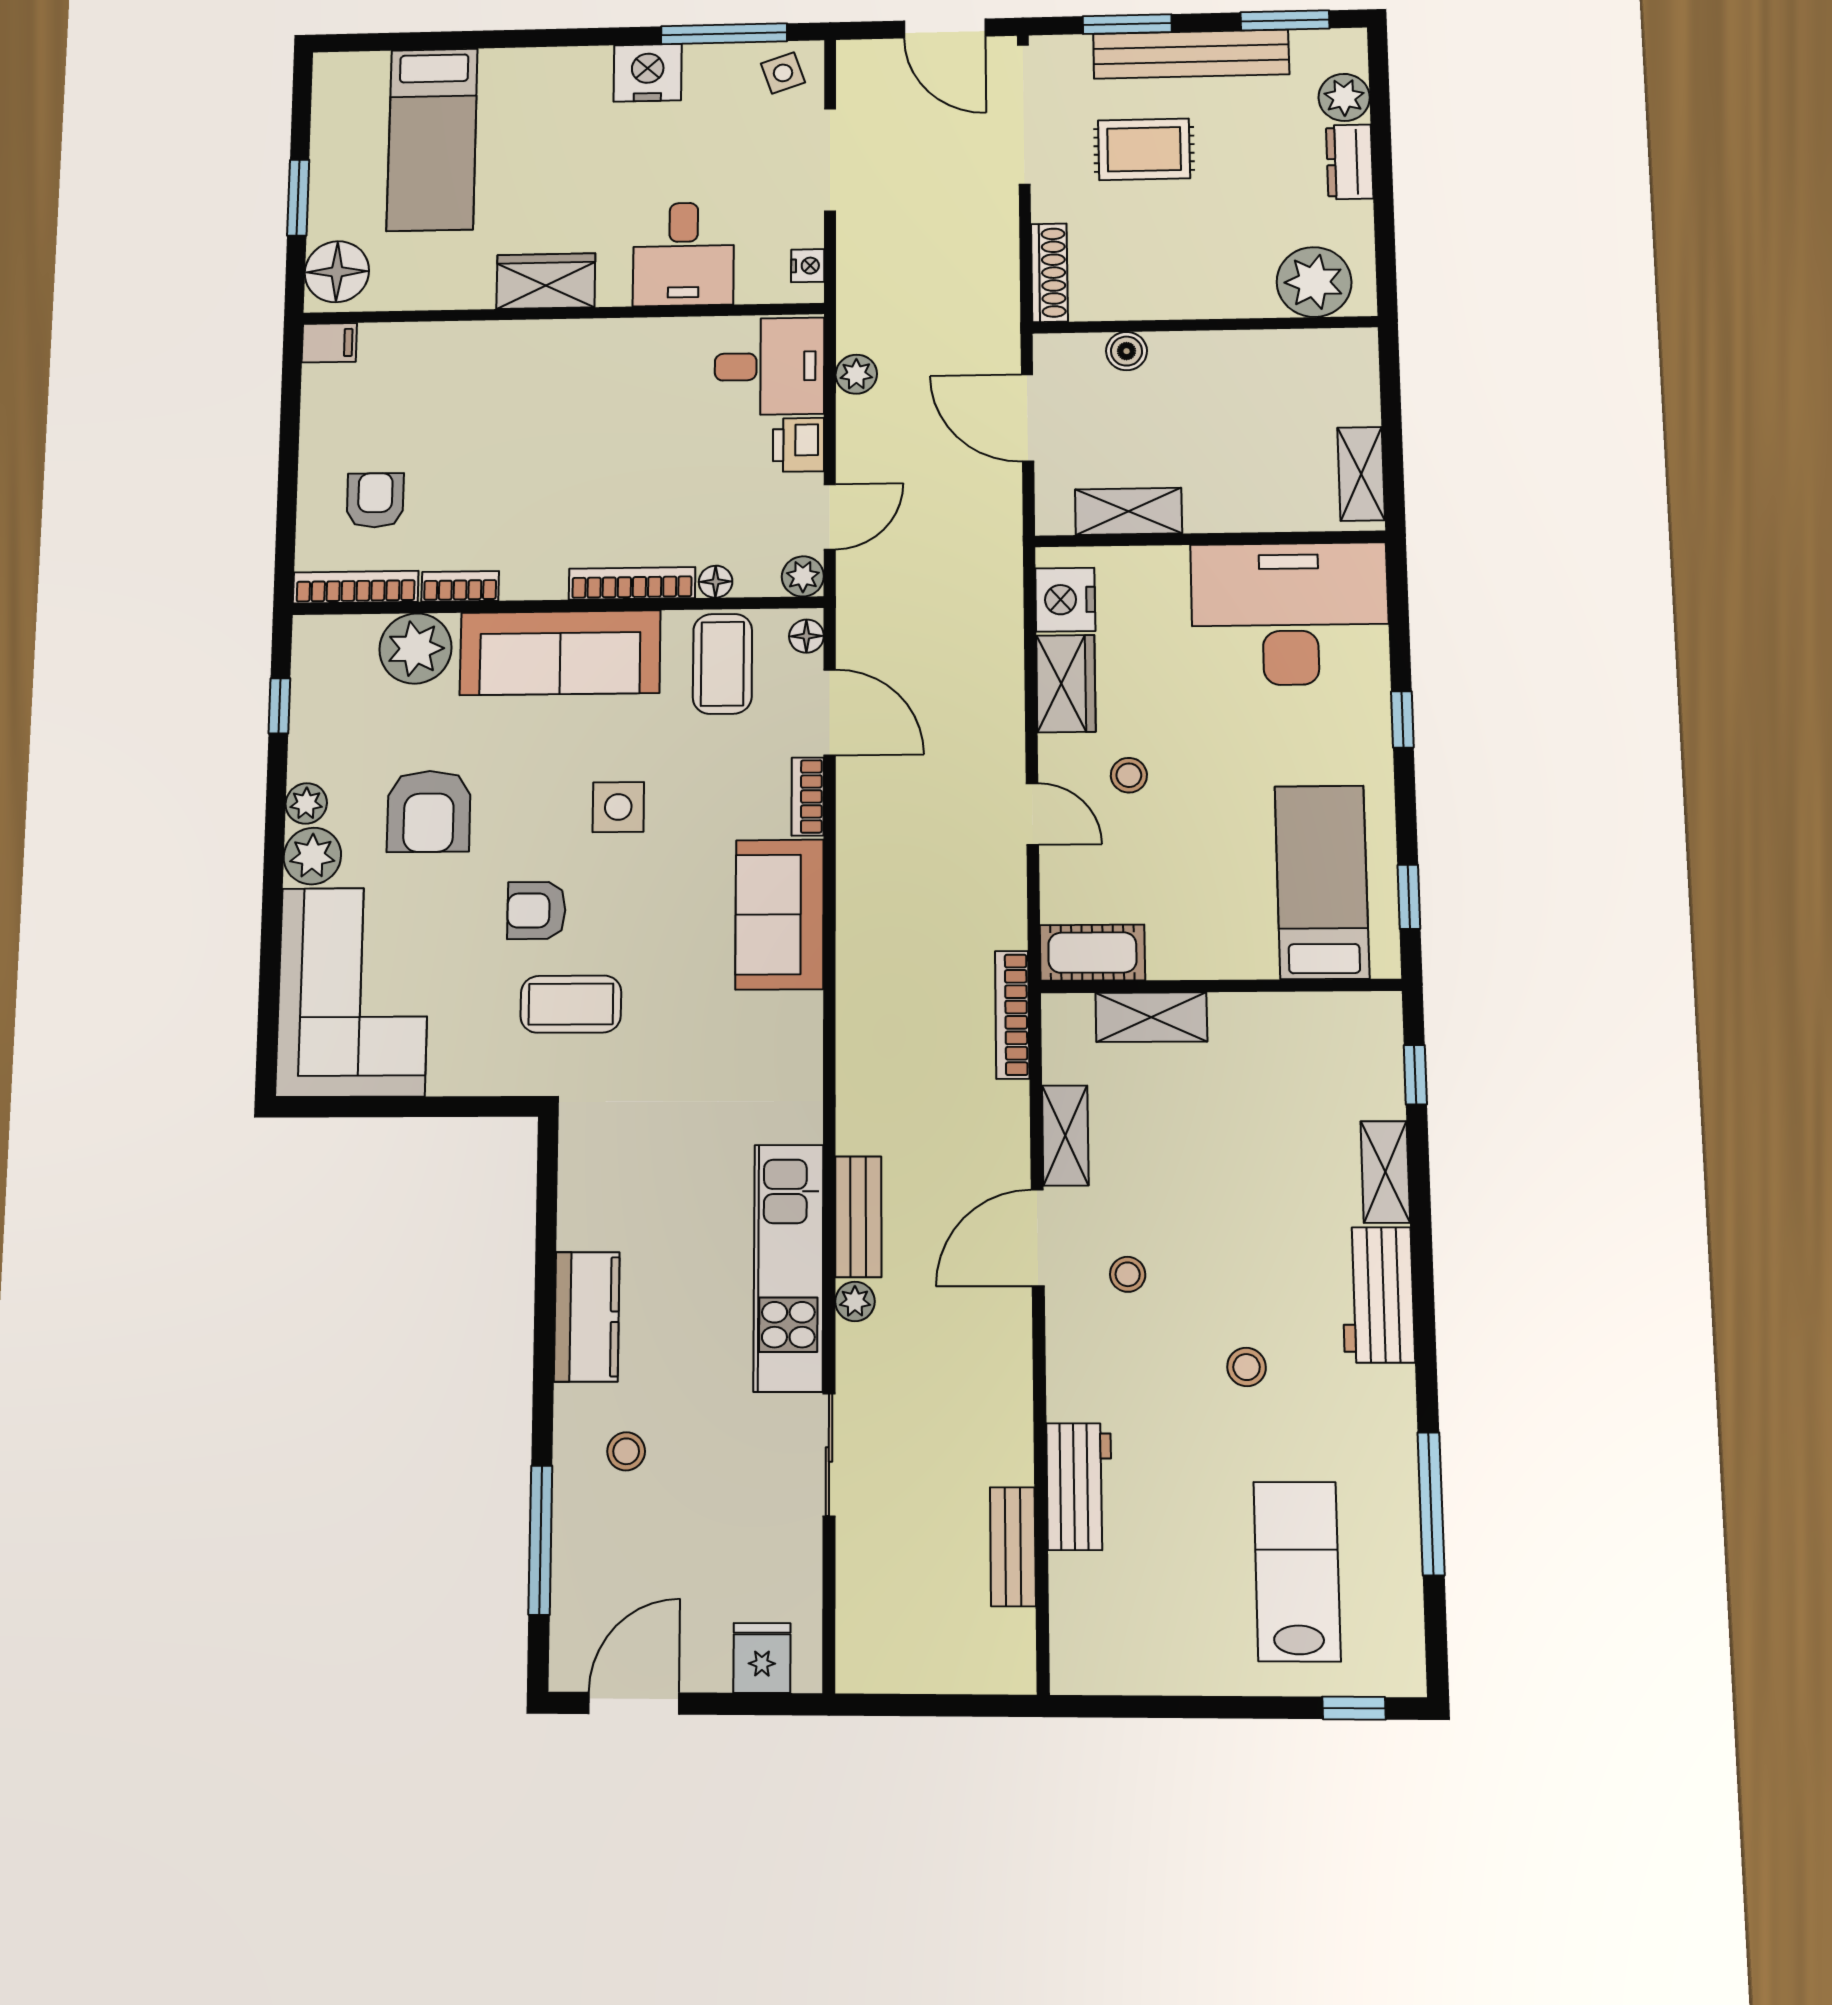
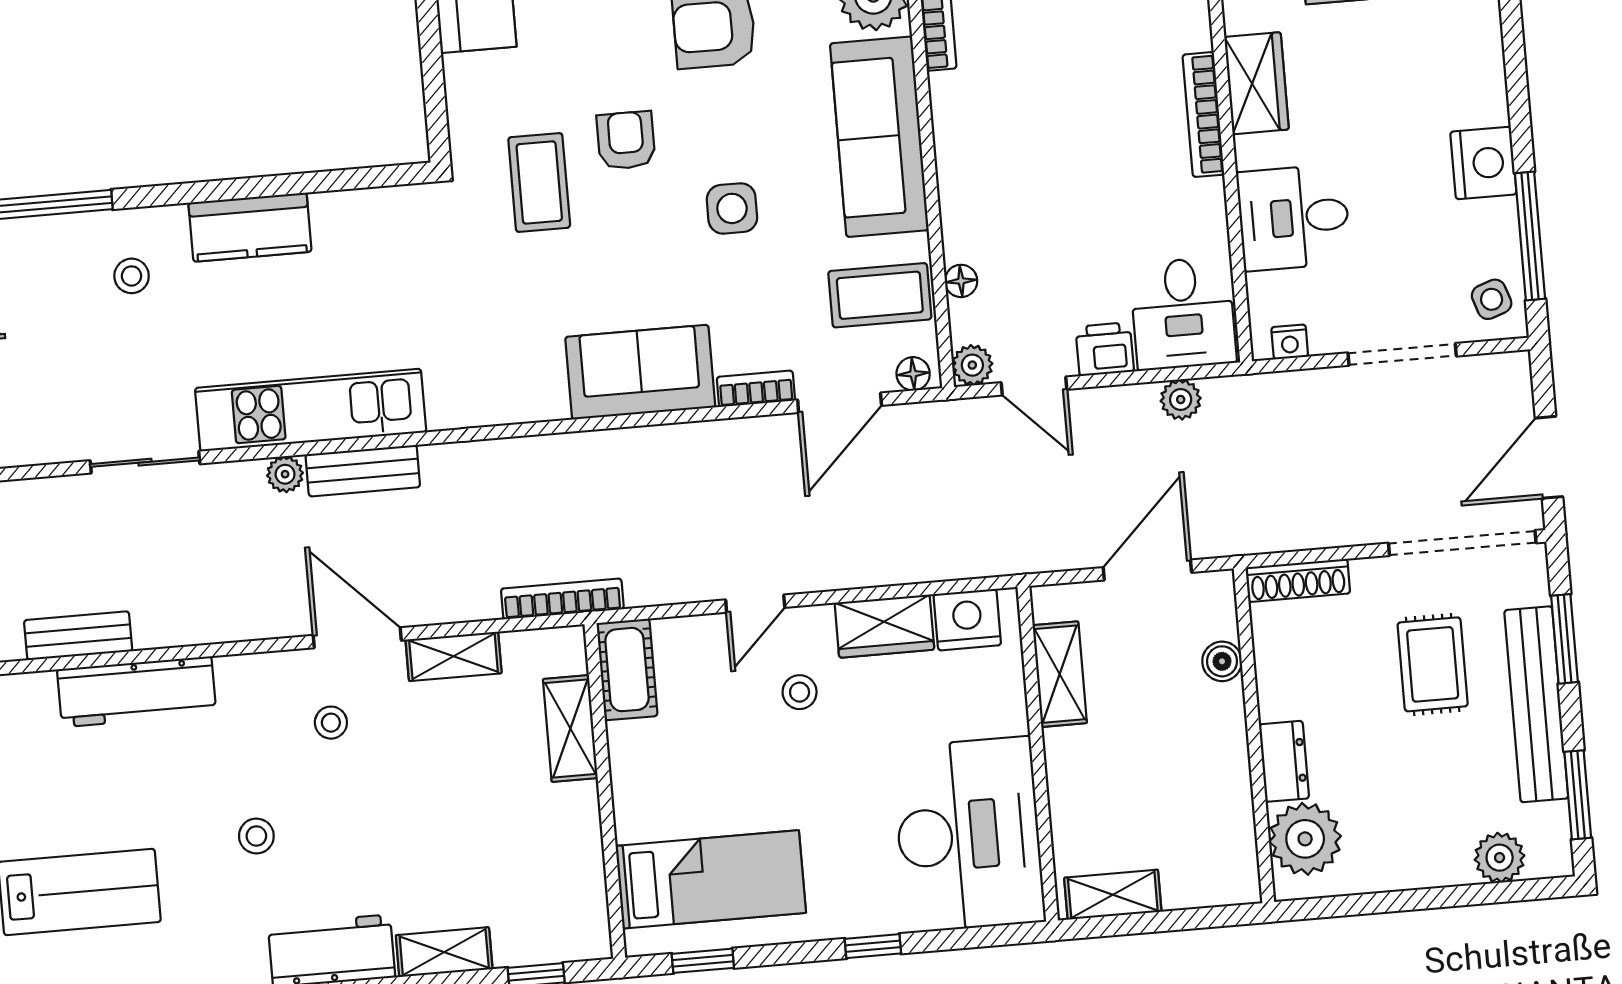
dresser: (1350, 162) -> (1284, 761), moved, turned 90
bookcase: (632, 583) -> (1203, 115), moved, turned 180
workbench: (1079, 1486) -> (137, 692), width x1.38

